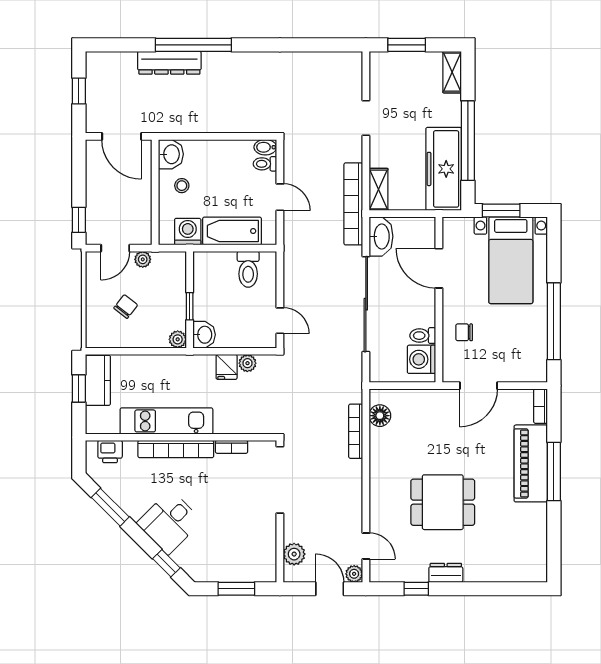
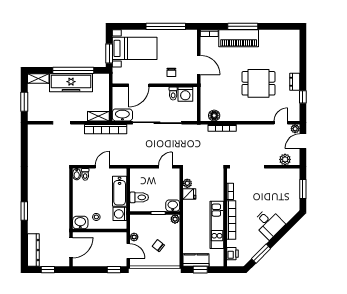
window: (193, 45) -> (24, 211), width x0.47
dresser: (169, 63) -> (33, 250), moved
freezer: (444, 169) -> (71, 83), moved
toilet: (248, 269) -> (139, 197), moved
dining table: (443, 502) -> (258, 83), turned 90
window: (166, 563) -> (290, 225), removed

